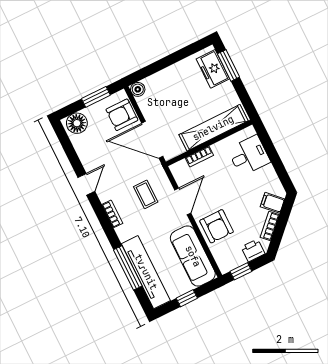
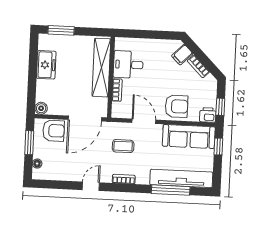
freezer: (213, 69) -> (46, 65), moved, turned -90
armchair: (122, 115) -> (54, 131), turned -90
floor lamp: (77, 123) -> (37, 164), width x0.53, depth x0.53
desk: (249, 155) -> (128, 65), moved, turned -90
door: (86, 184) -> (91, 186), hinge flipped
printer: (253, 250) -> (208, 115), moved, turned 90
window: (187, 298) -> (218, 147), moved

